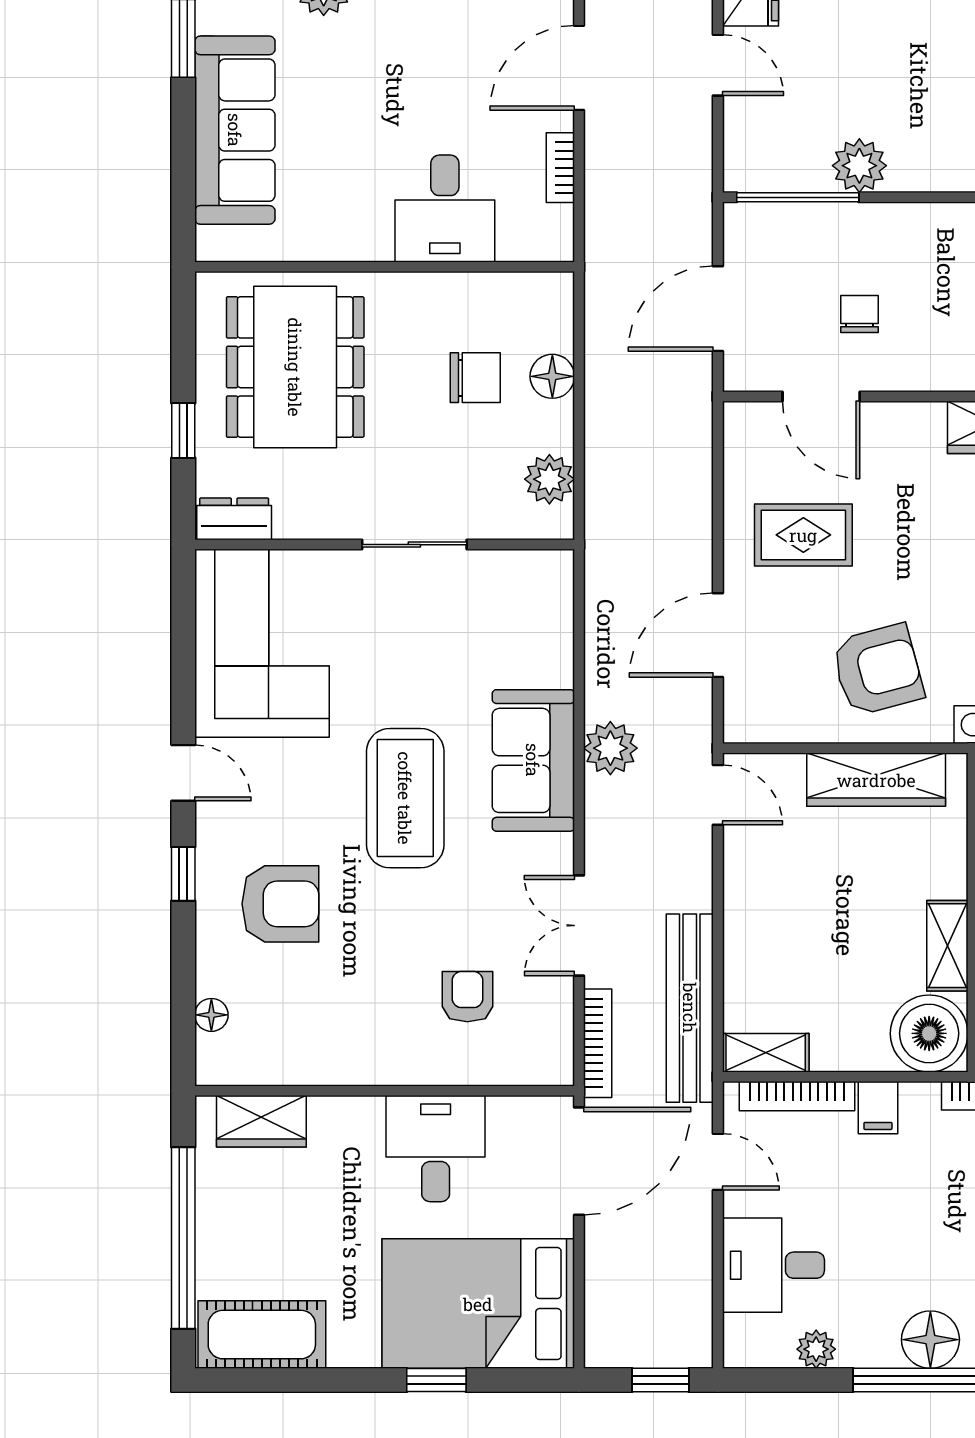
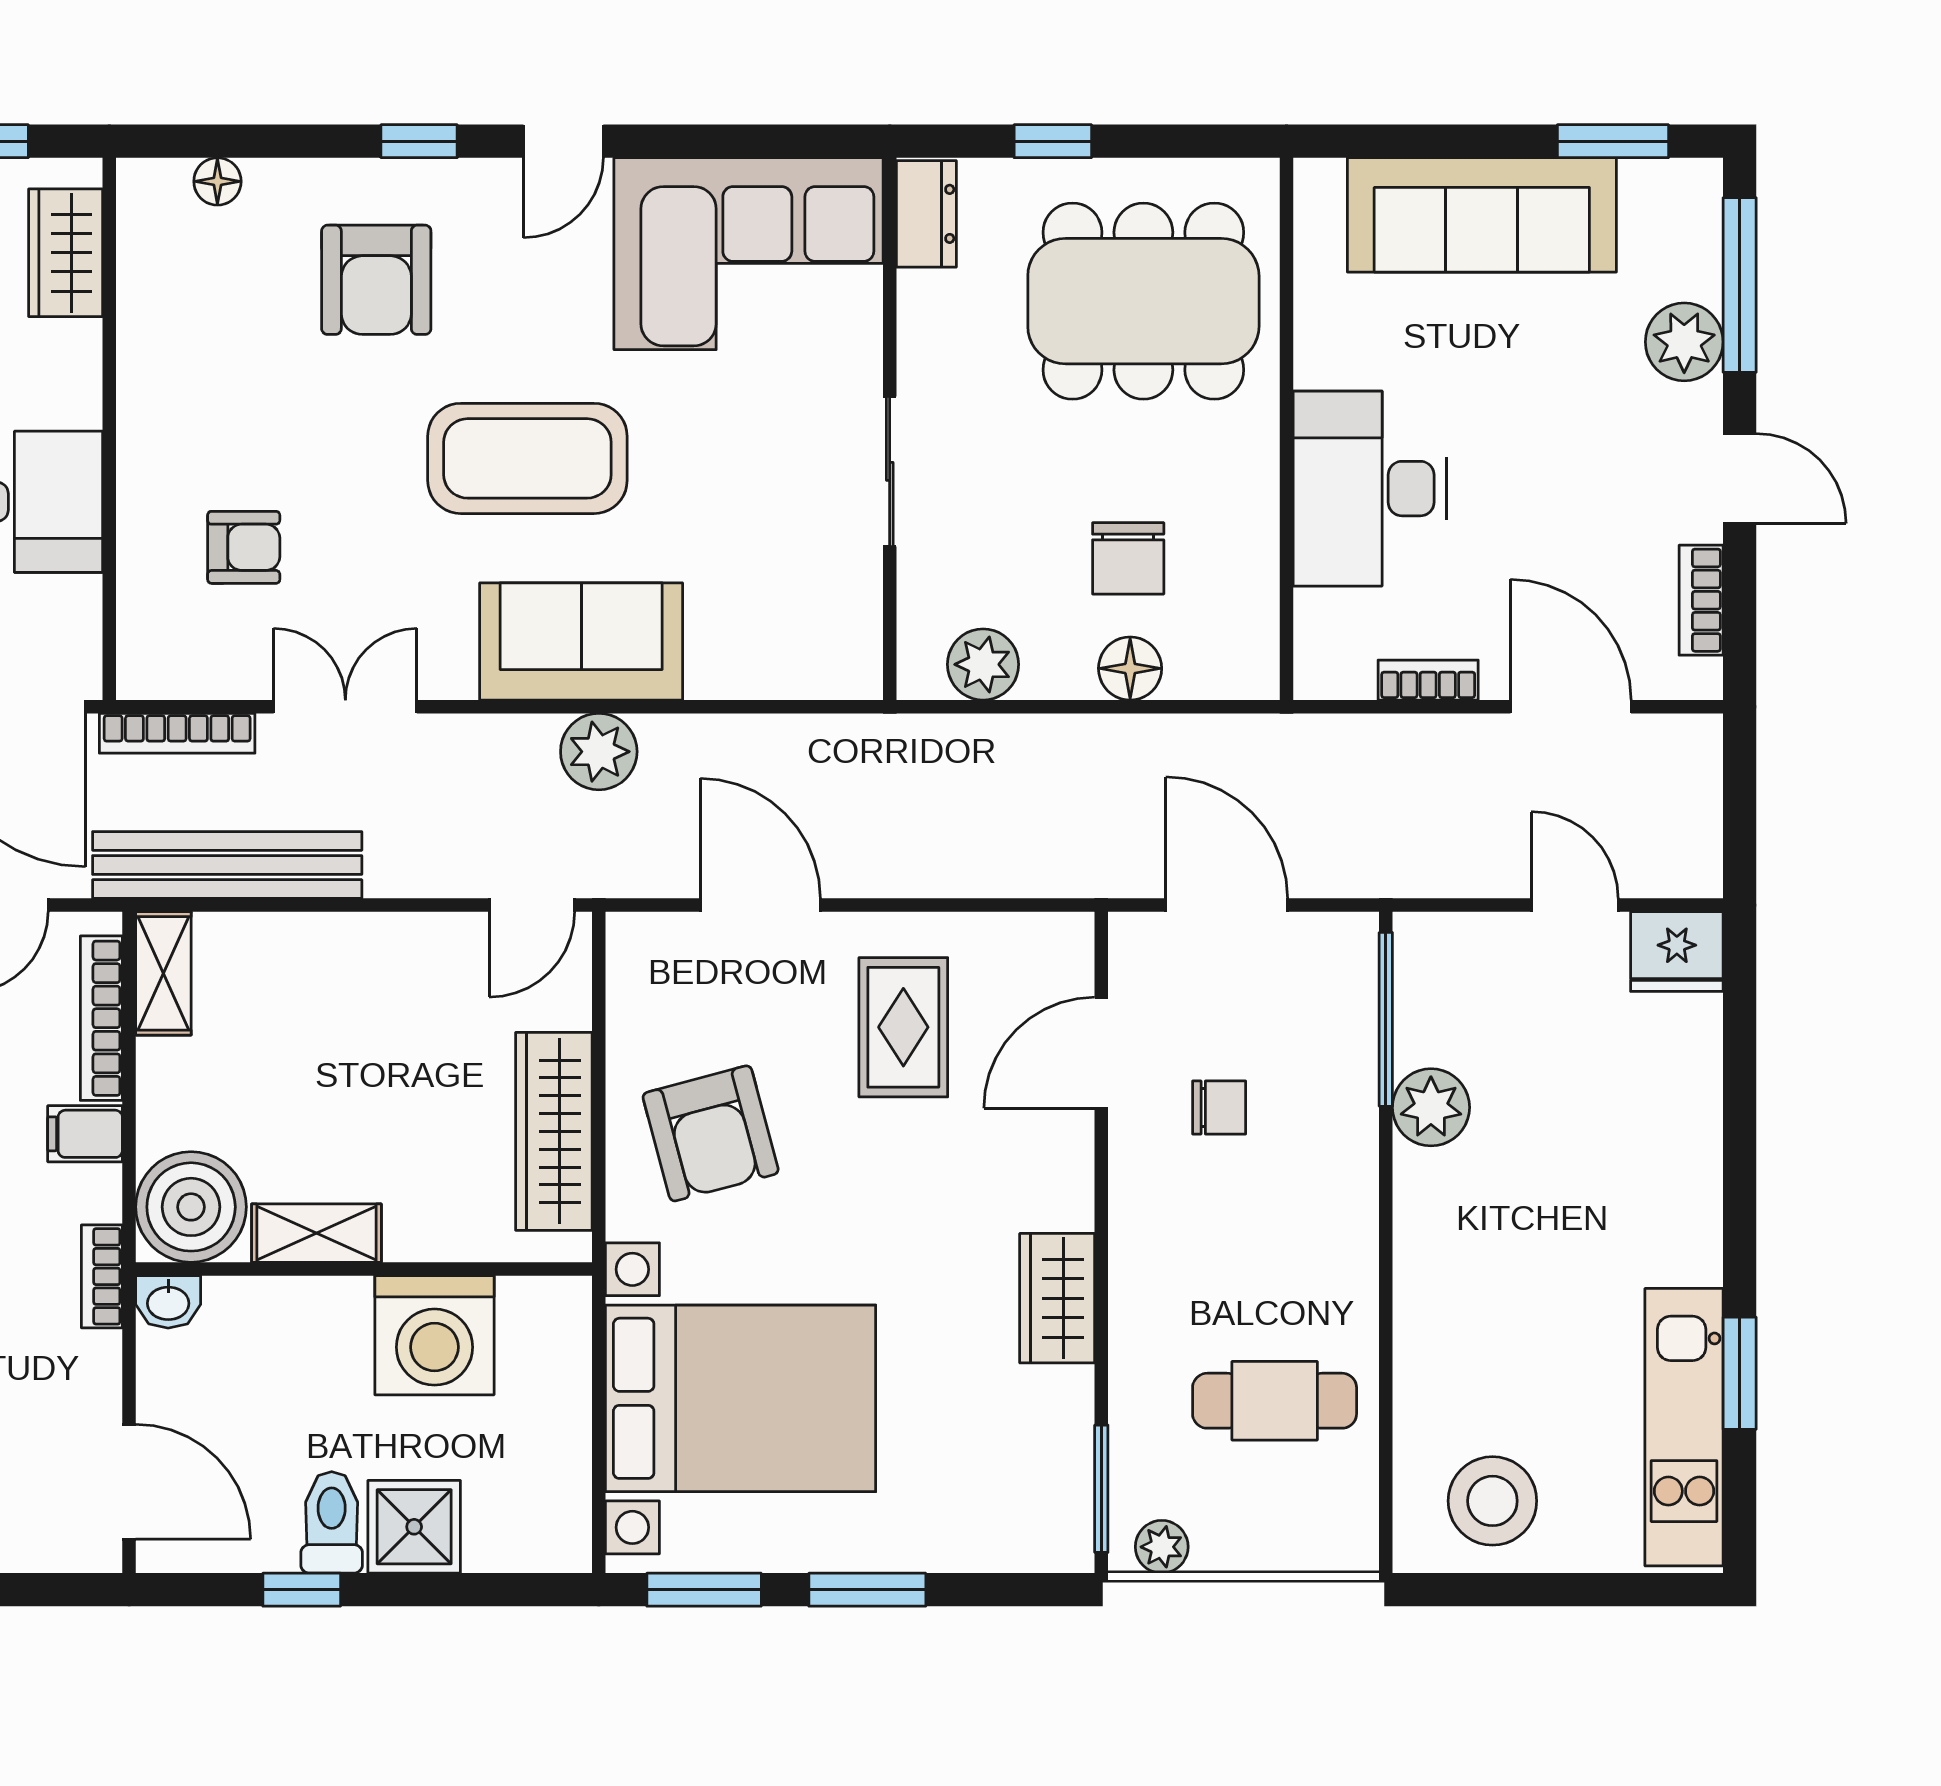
door: (718, 65) -> (1575, 905), swing flipped
desk: (445, 209) -> (1370, 489), width x1.37

